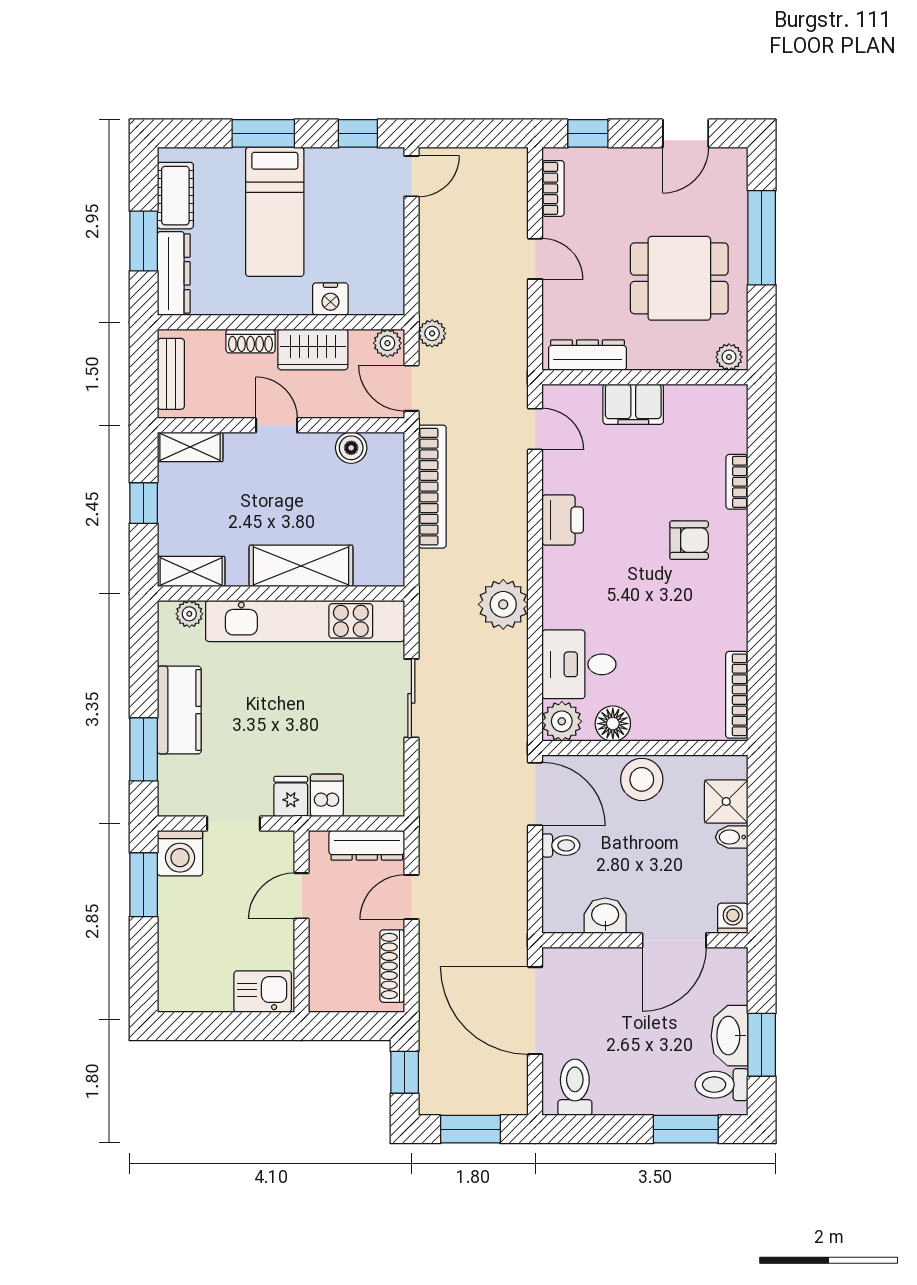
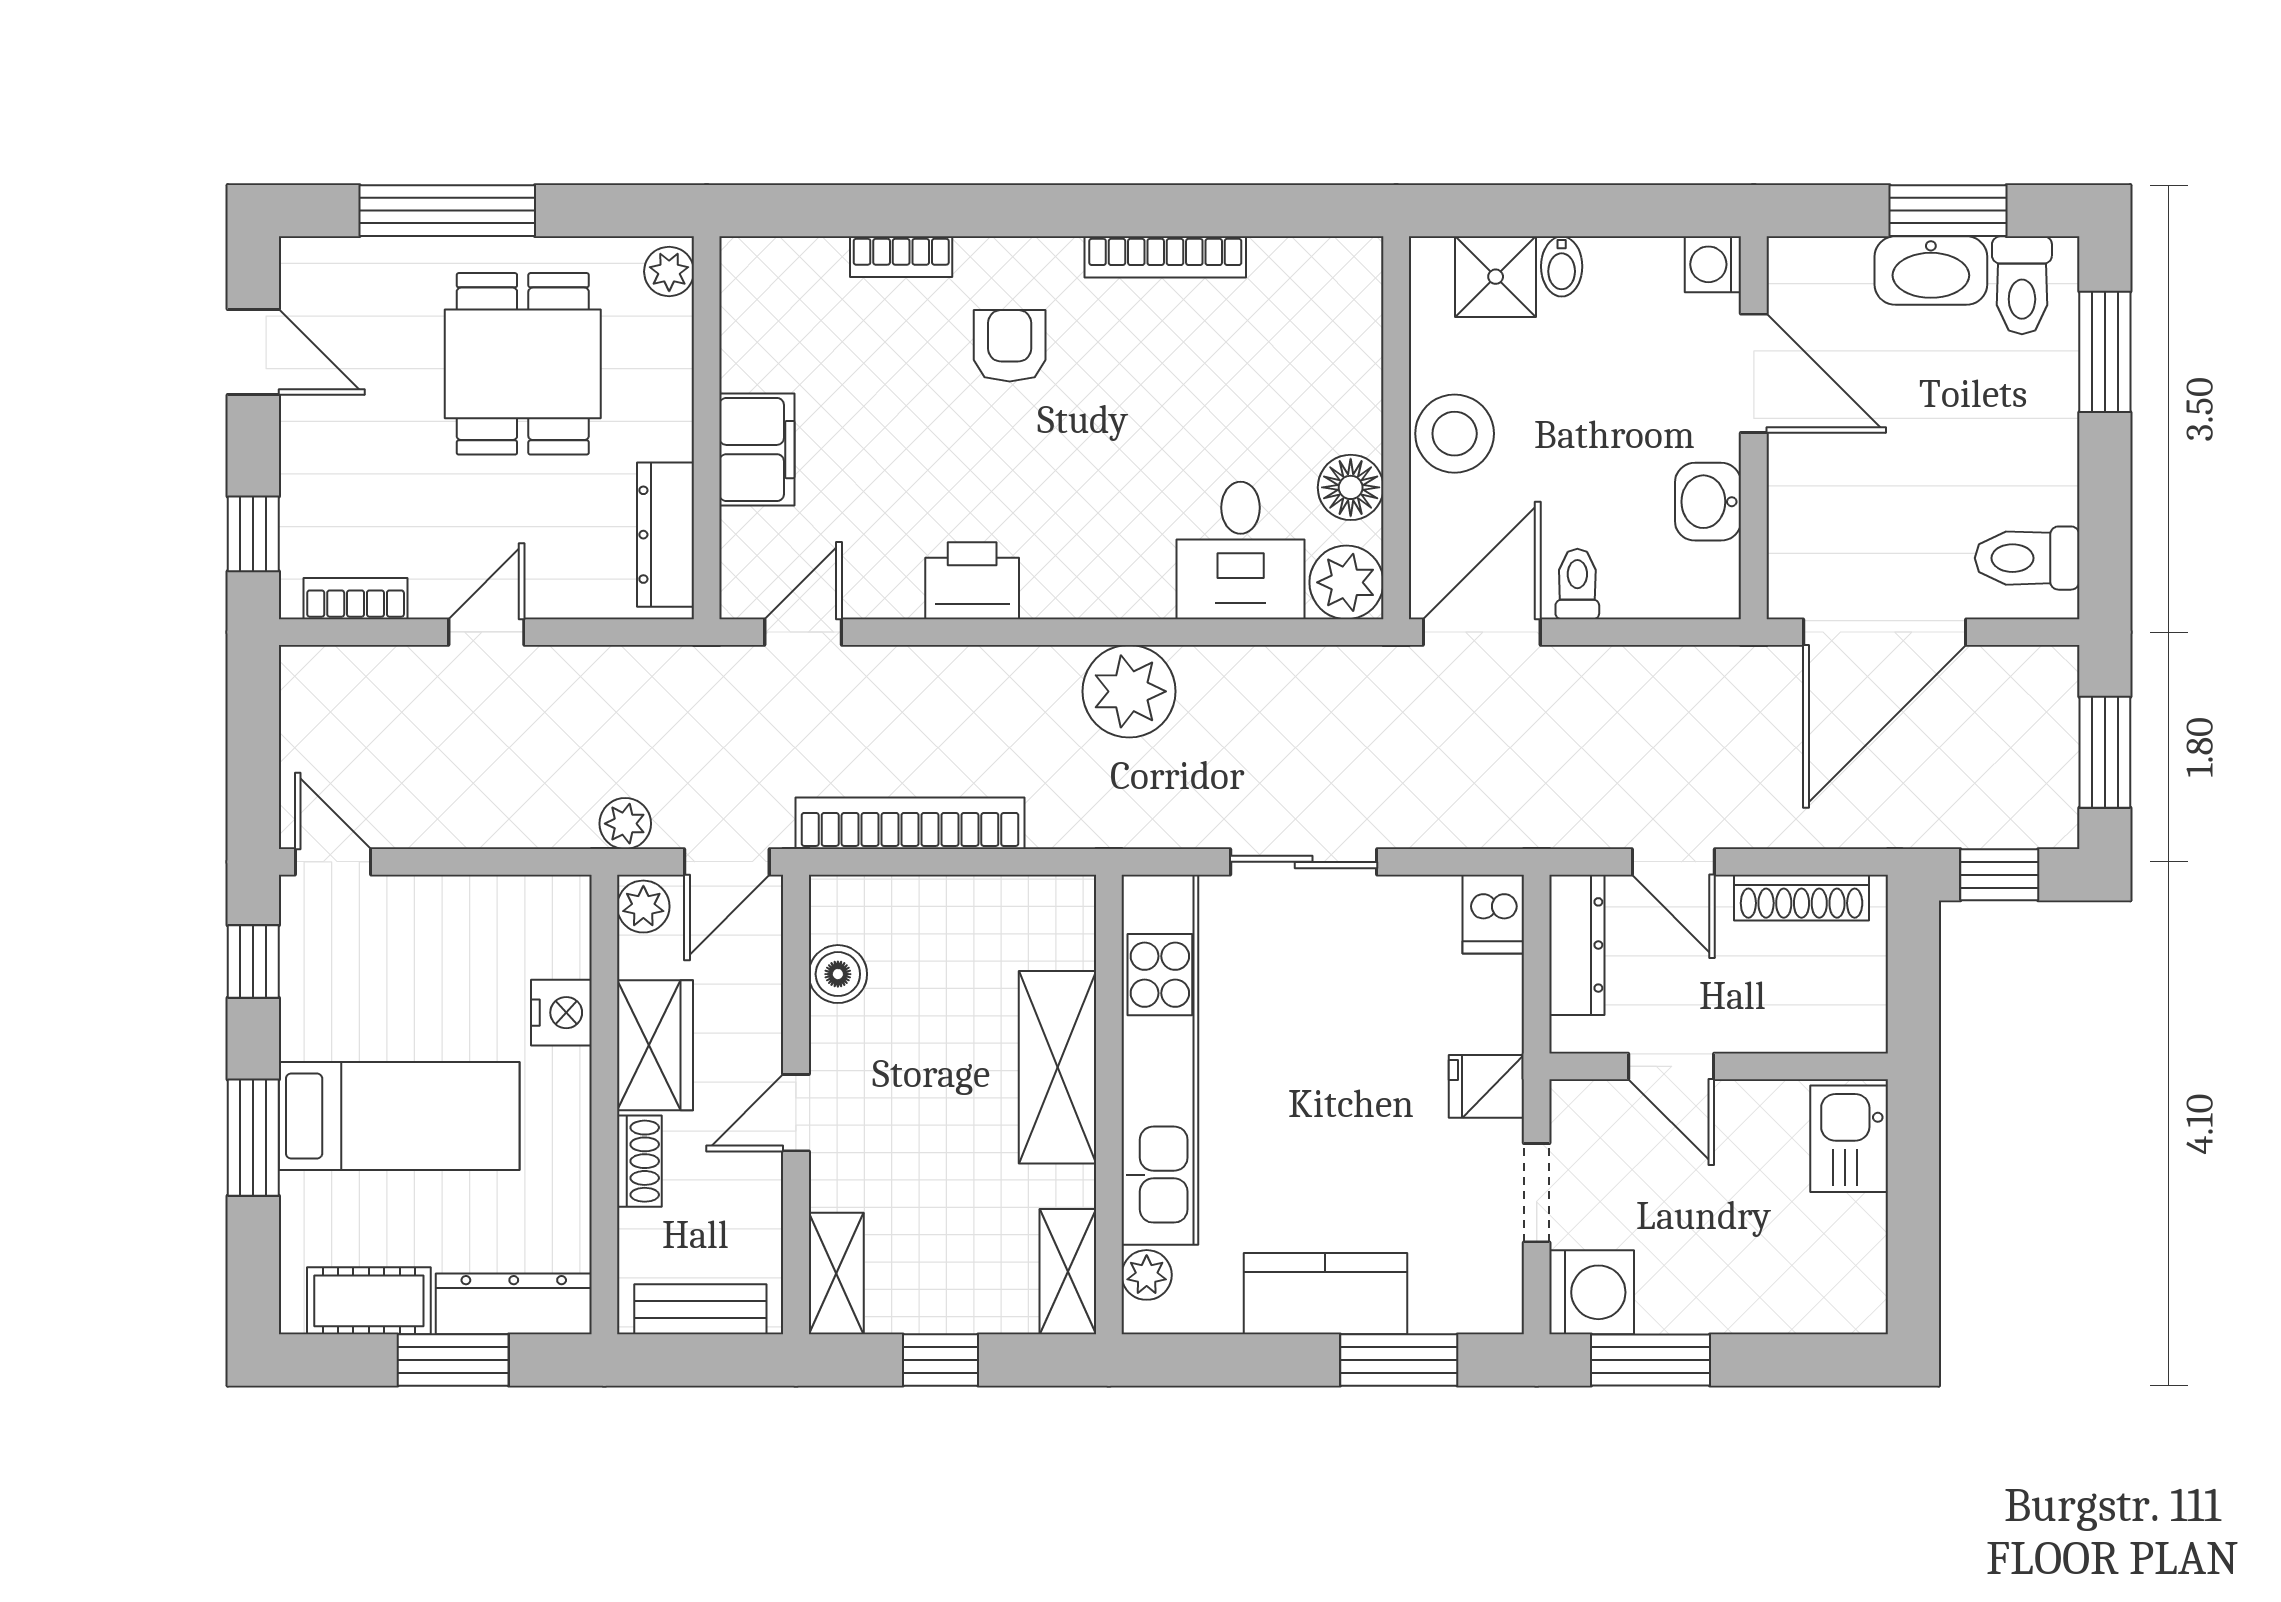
bookcase: (737, 695) -> (1165, 257), moved
dishwasher: (327, 795) -> (1493, 914), moved, turned -90

